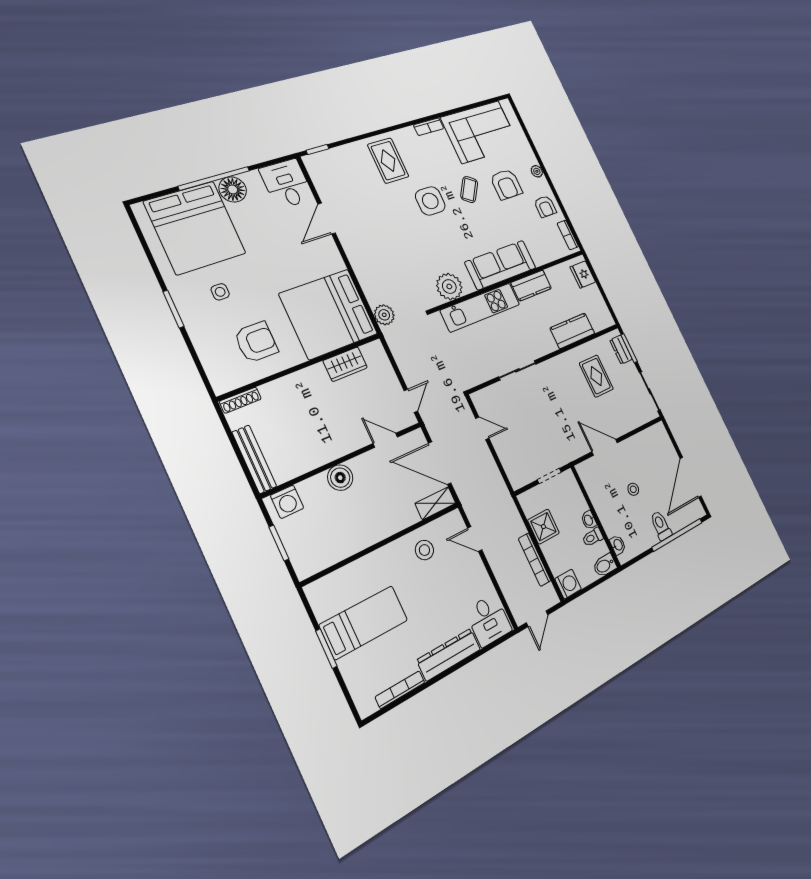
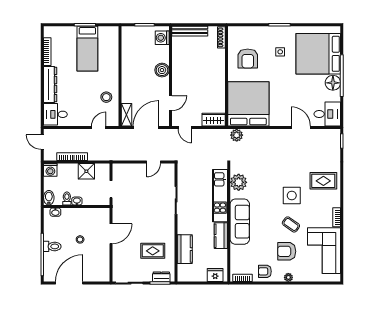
wardrobe: (345, 364) -> (214, 120), moved, turned 90
door: (691, 477) -> (69, 283), hinge flipped

